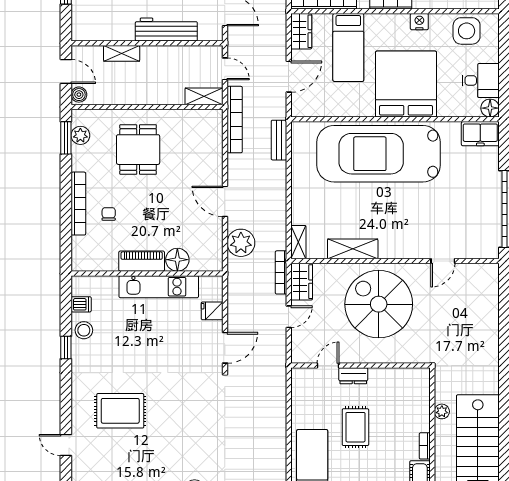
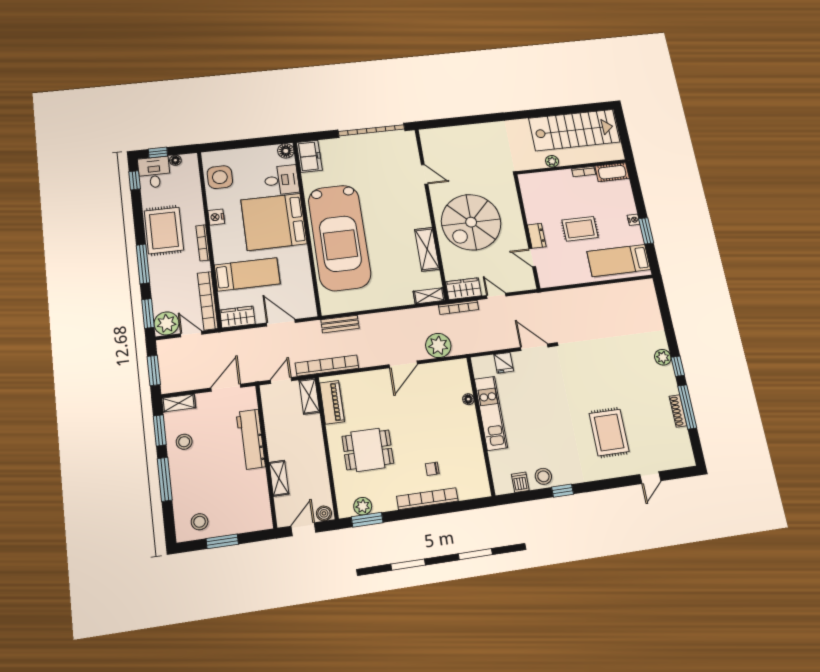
desk: (481, 80) -> (281, 180), moved, turned 90
floor lamp: (177, 260) -> (468, 399), width x0.53, depth x0.53
piano: (142, 261) -> (332, 402), moved, turned 180

